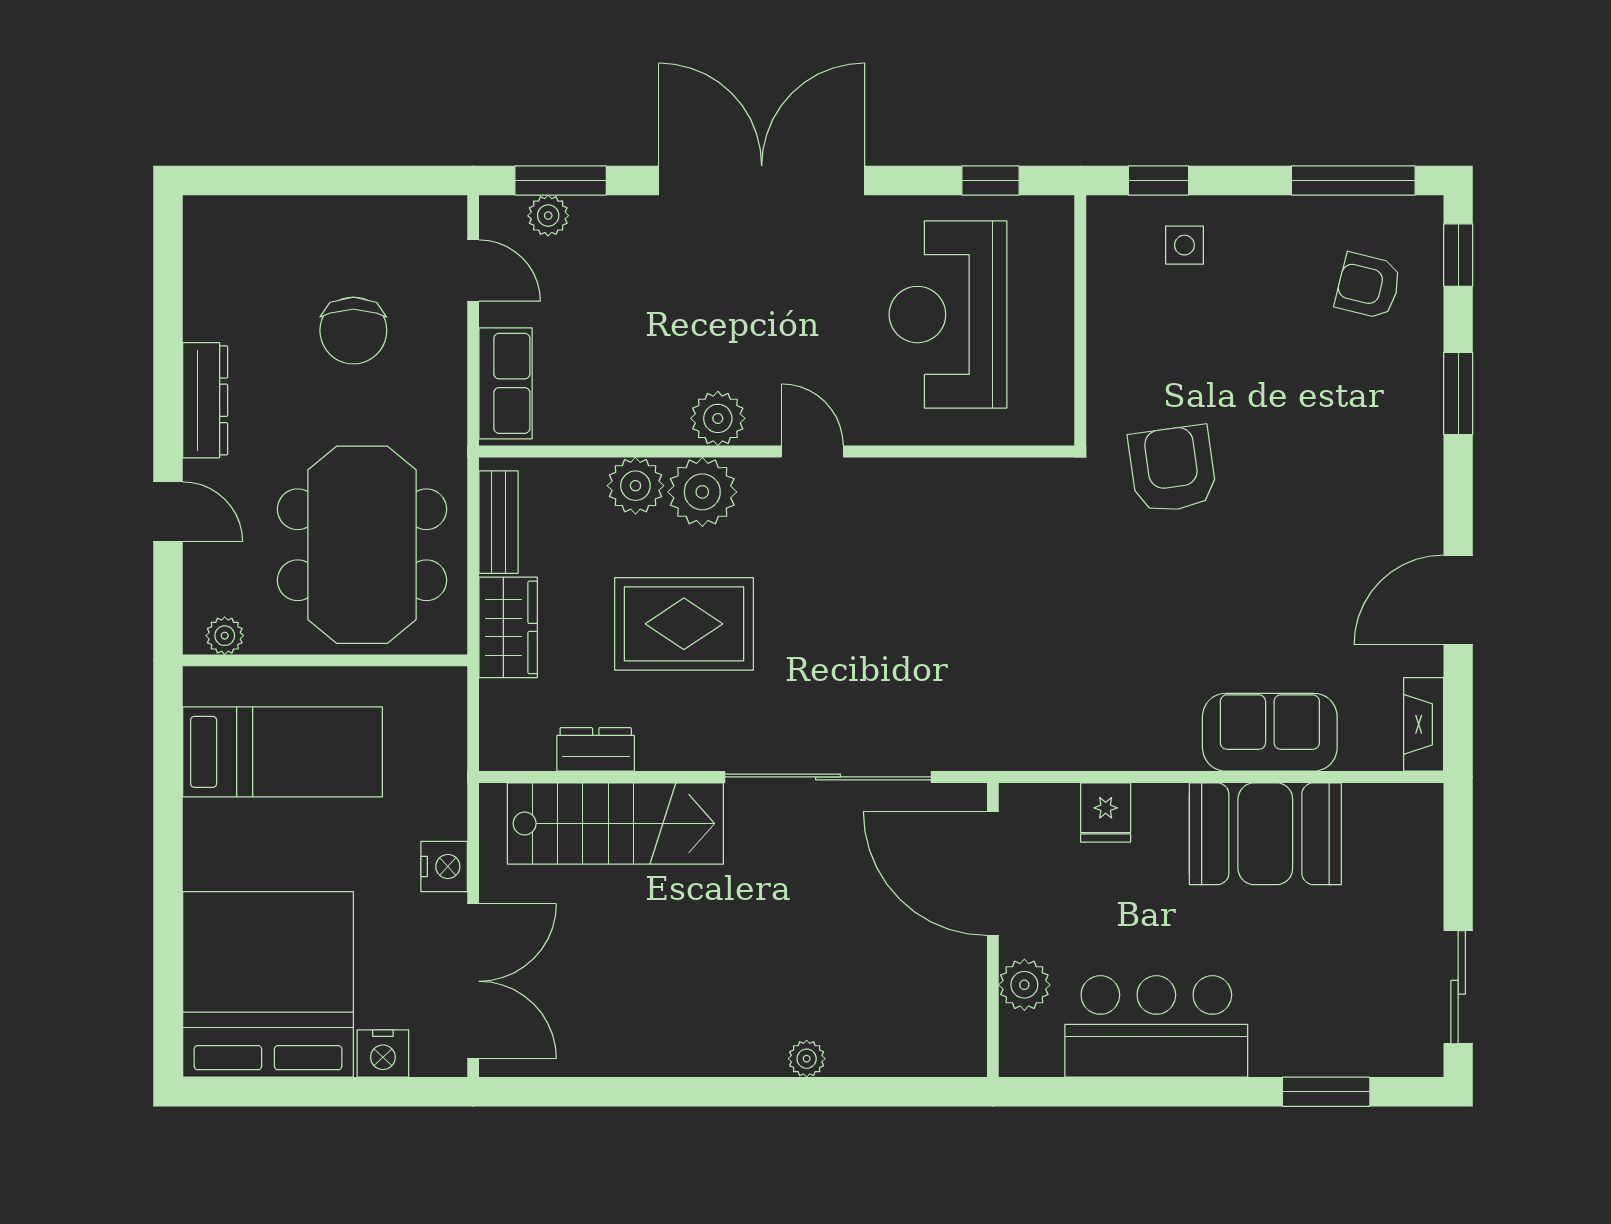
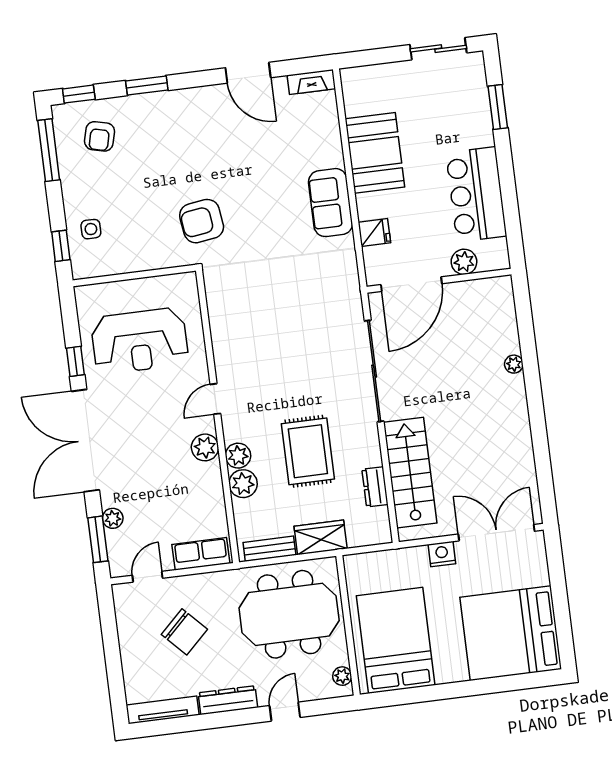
window: (990, 180) -> (75, 361), moved
plant: (548, 216) -> (113, 518), moved
tv unit: (202, 267) -> (163, 710), added
chair: (353, 331) -> (184, 632), turned 46
plant: (702, 492) -> (238, 456), width x0.73, depth x0.73
sofa: (1270, 732) -> (331, 203), moved
bed: (283, 752) -> (396, 640), width x1.50
nightstand: (383, 1053) -> (537, 572), removed

